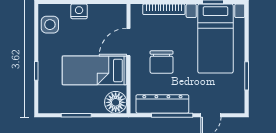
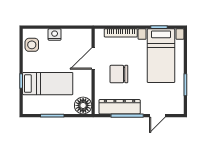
chair: (162, 62) -> (119, 74), turned 90
bed: (94, 70) -> (48, 84), moved, turned 180

